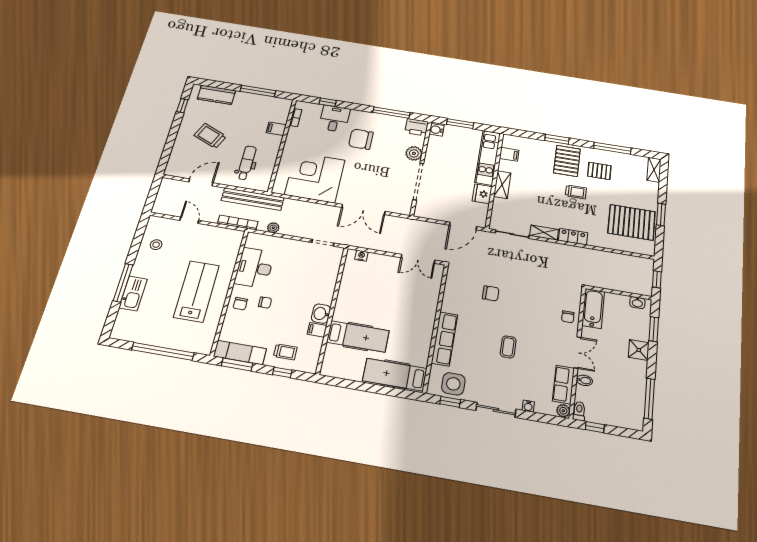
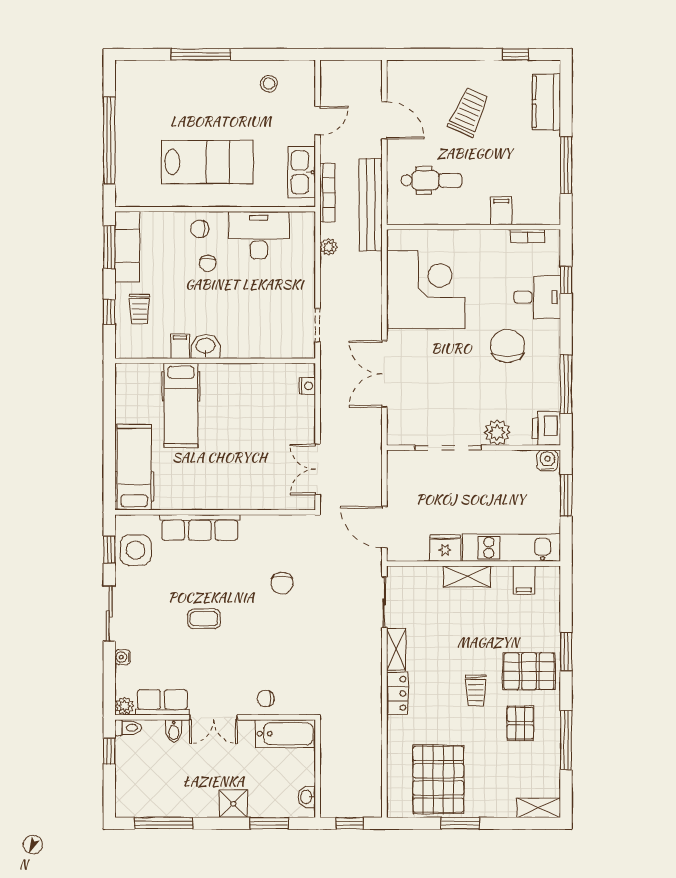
kitchen sink: (133, 293) -> (302, 172), moved, turned 90

